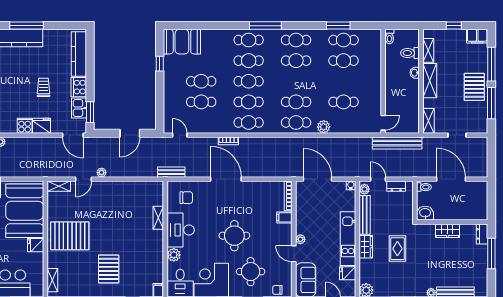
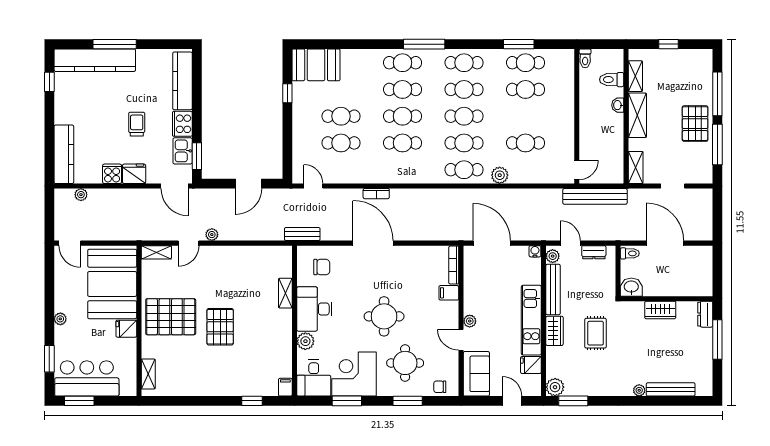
filing cabinet: (477, 36) -> (699, 58), removed
cafe table: (249, 123) -> (464, 116), moved
pallet: (109, 269) -> (220, 327), moved

